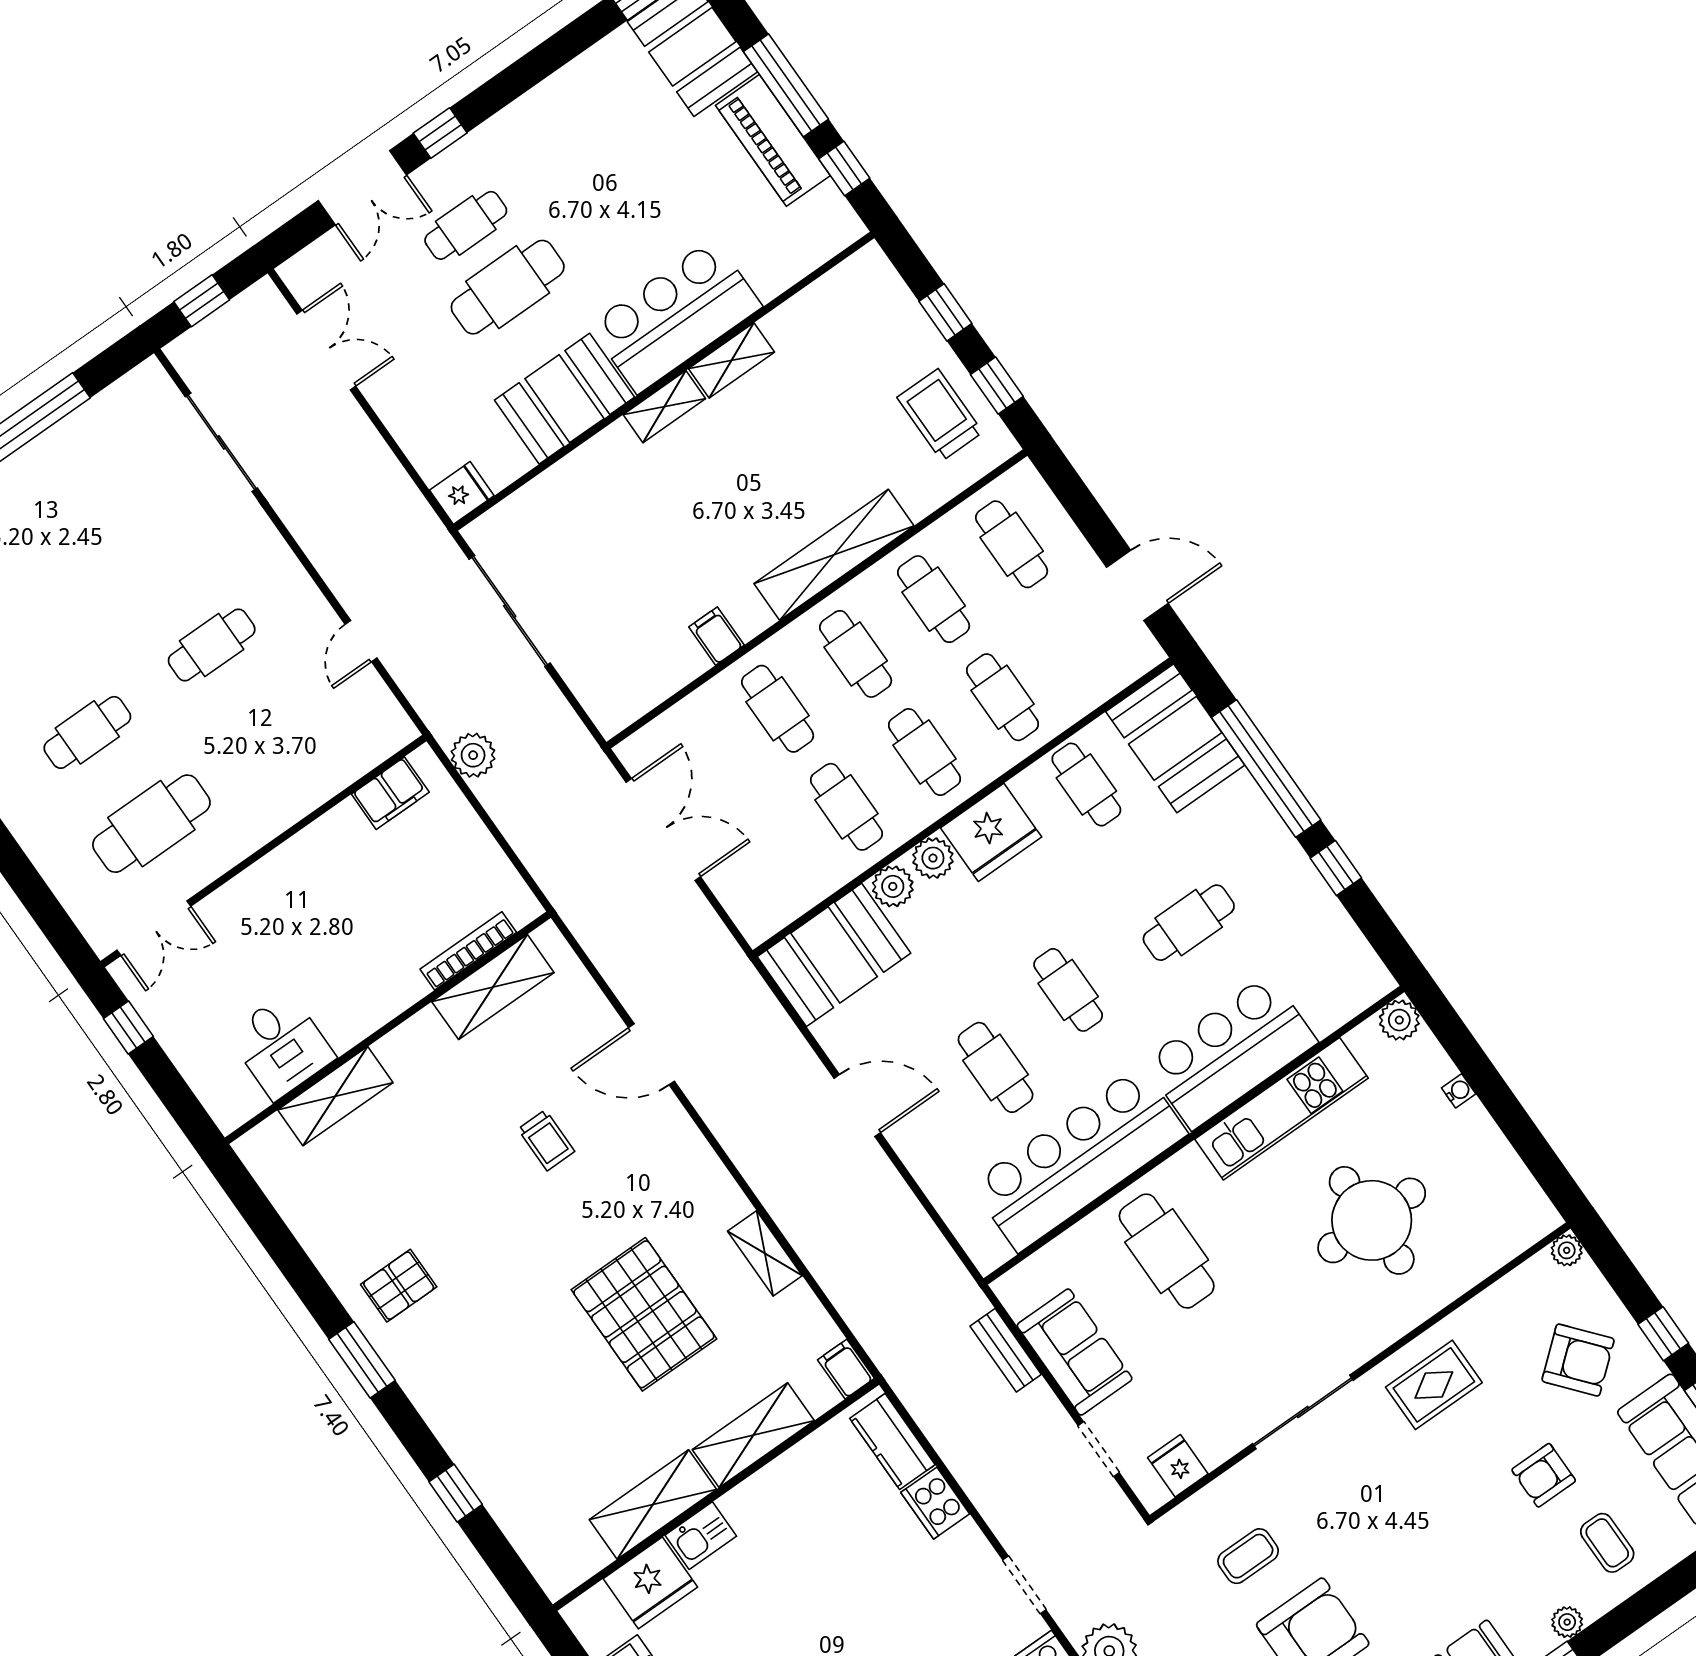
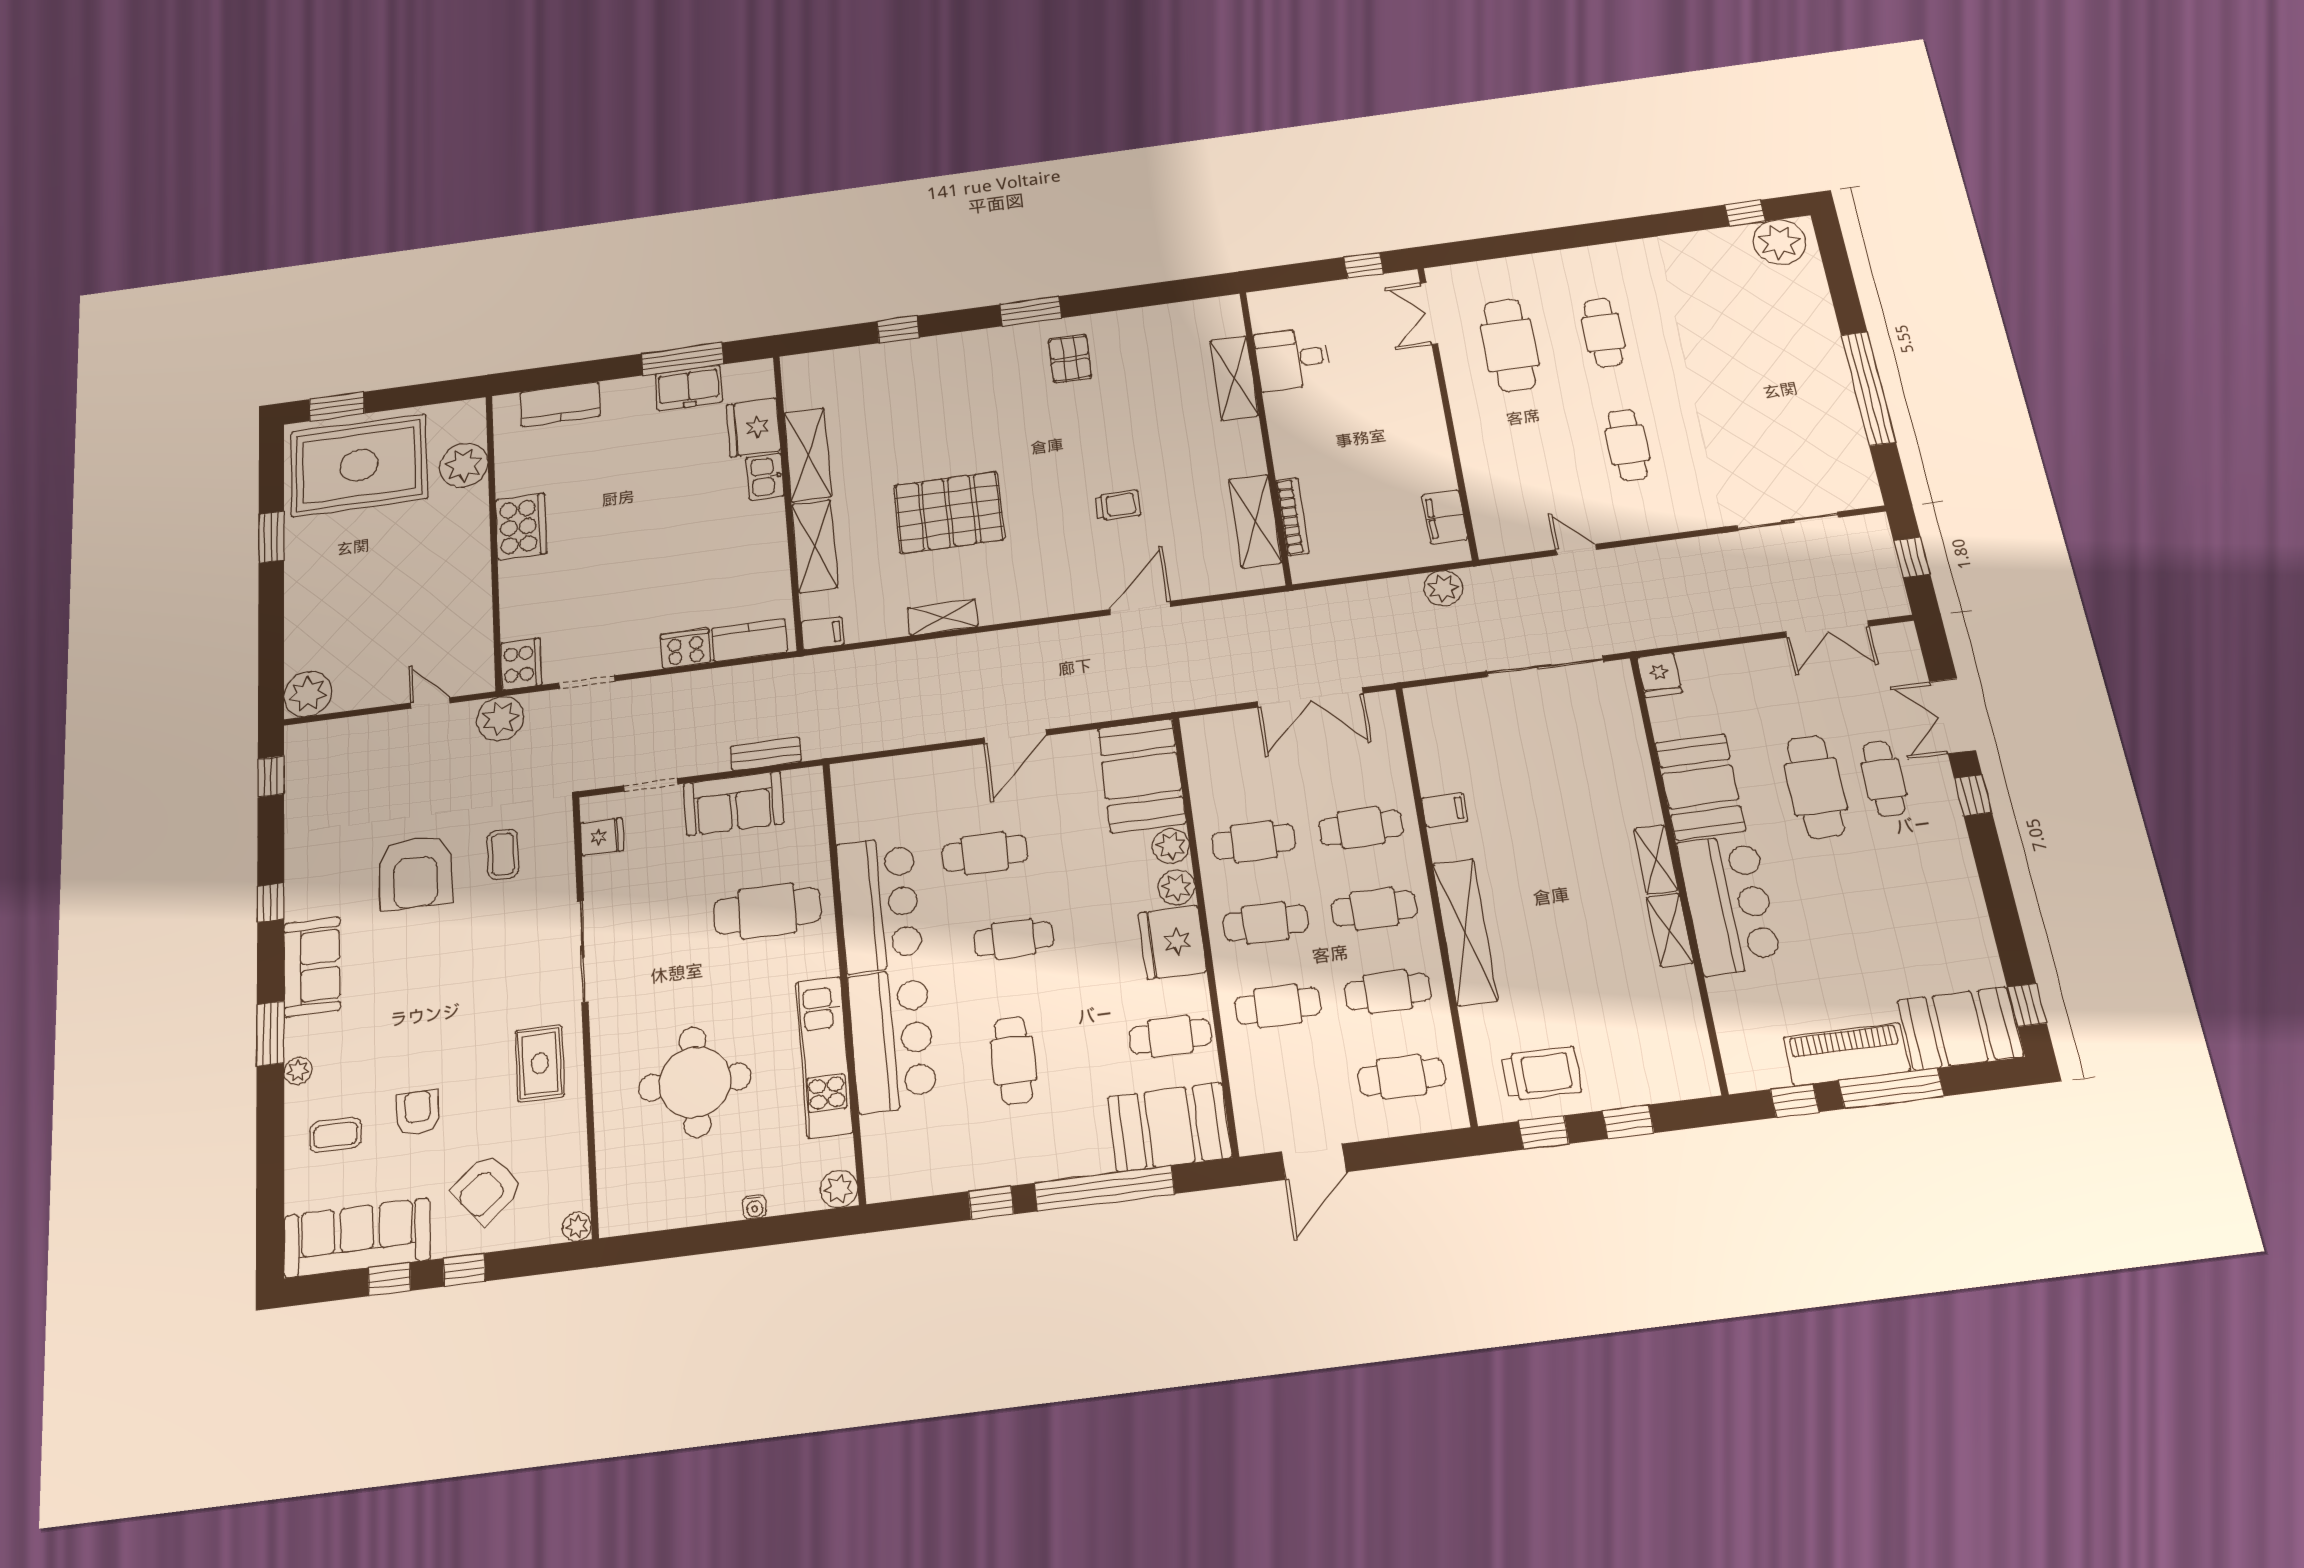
trolley: (546, 1140) -> (1118, 505), turned 180
bar counter: (1079, 1159) -> (879, 904), width x0.73

